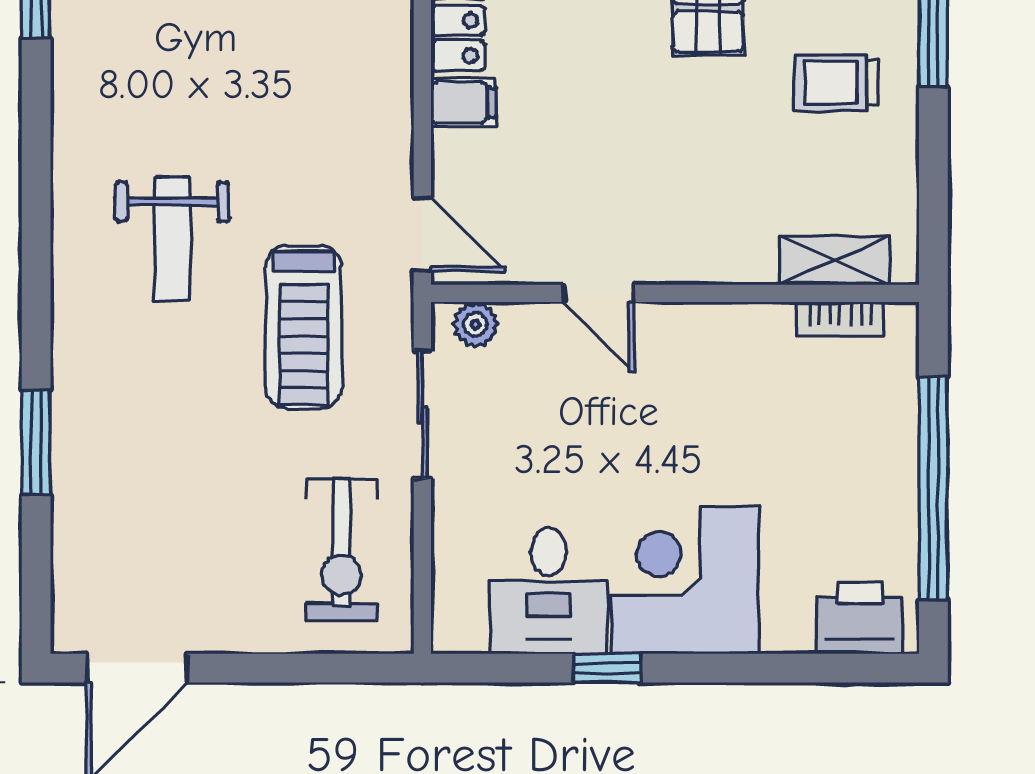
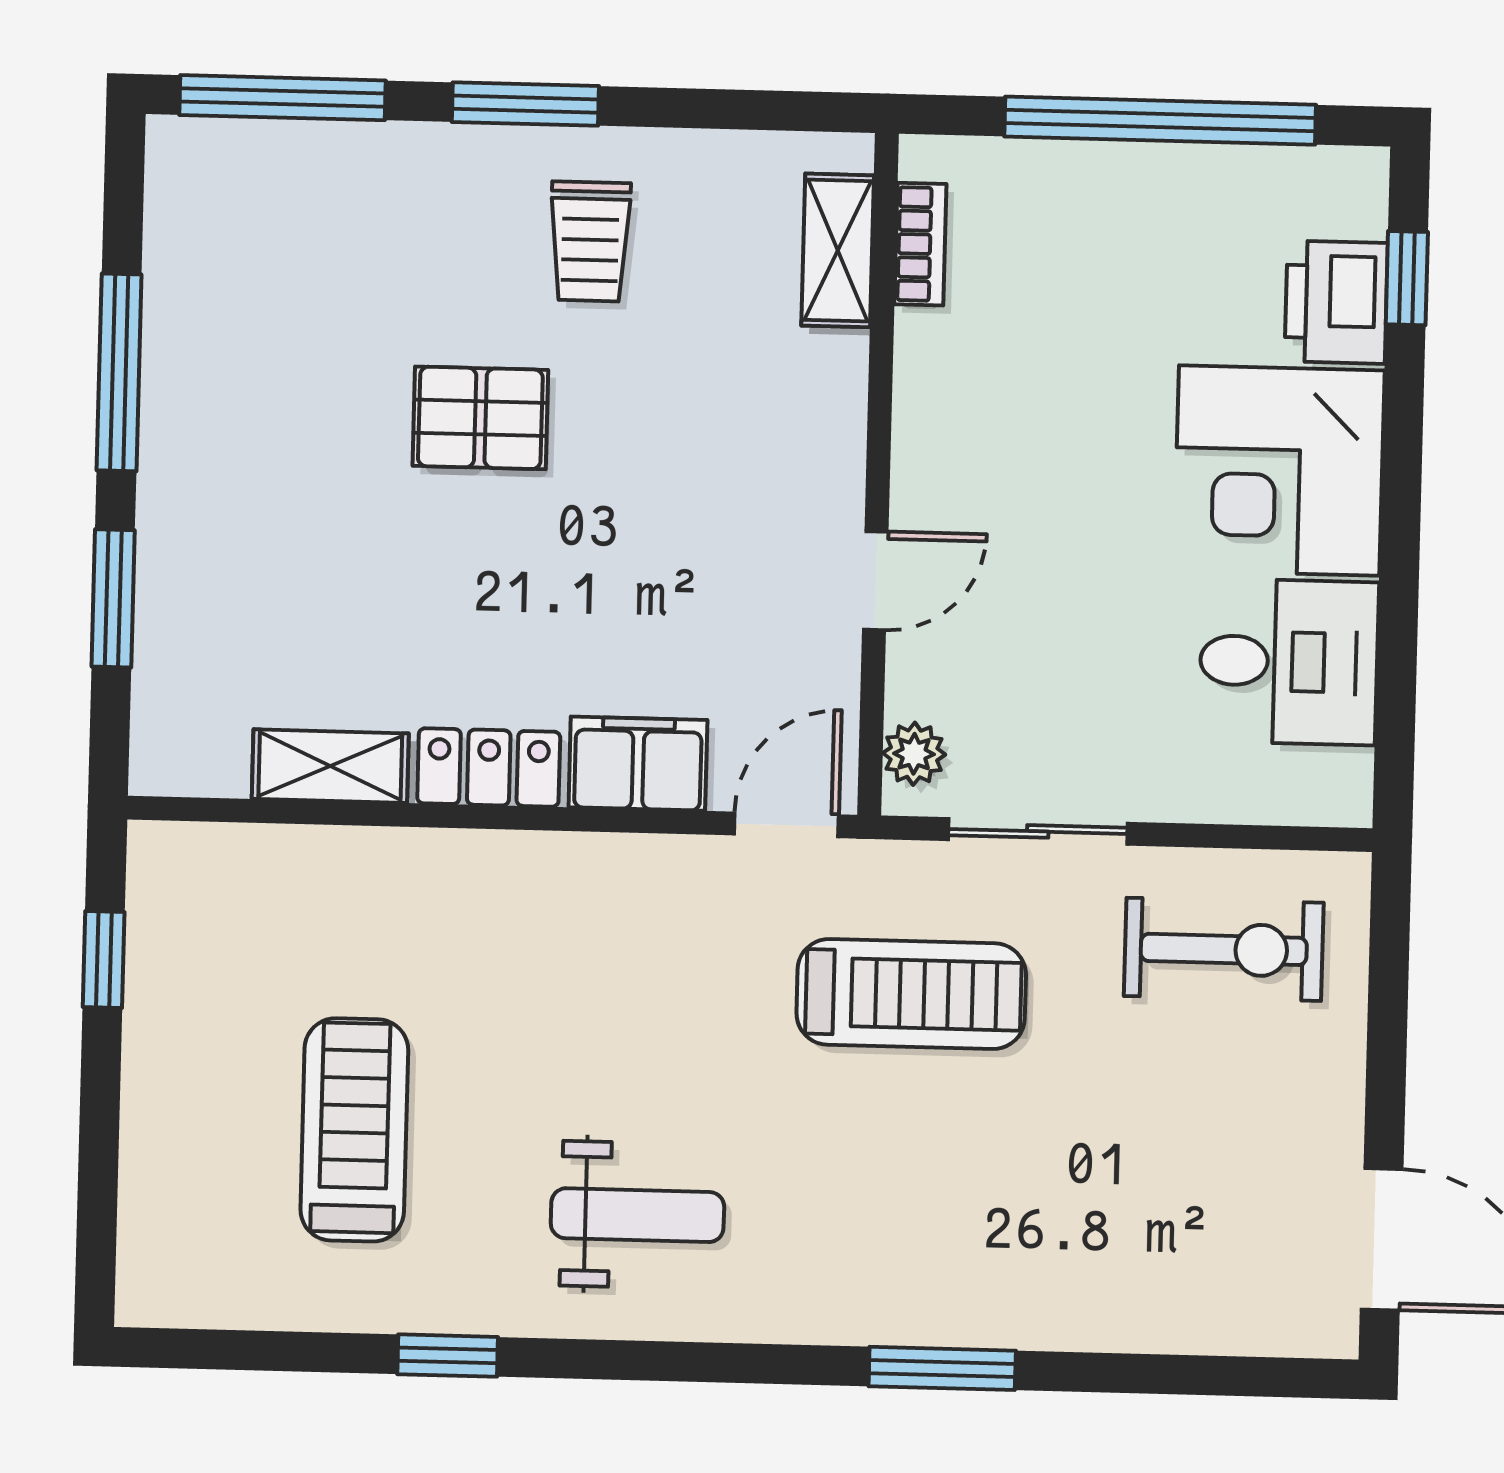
filing cabinet: (463, 103) -> (638, 764), width x2.00
weight bench: (172, 239) -> (637, 1215), moved
window: (36, 442) -> (942, 1368), moved
printer: (860, 618) -> (1336, 302), moved
window: (607, 668) -> (1407, 278), moved

